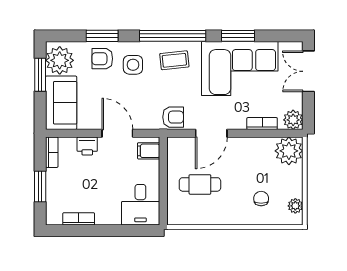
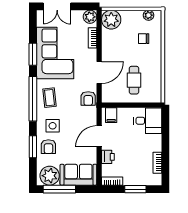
window: (40, 75) -> (59, 189), width x1.44
armchair: (173, 117) -> (88, 98), turned 180
door: (211, 133) -> (99, 72), hinge flipped

